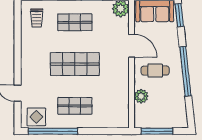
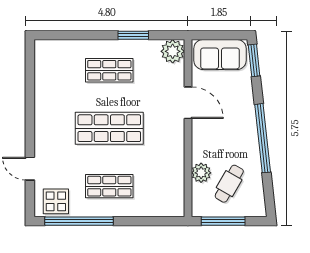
trolley: (37, 18) -> (56, 64), removed
cafe table: (155, 71) -> (229, 184), moved, turned -60

